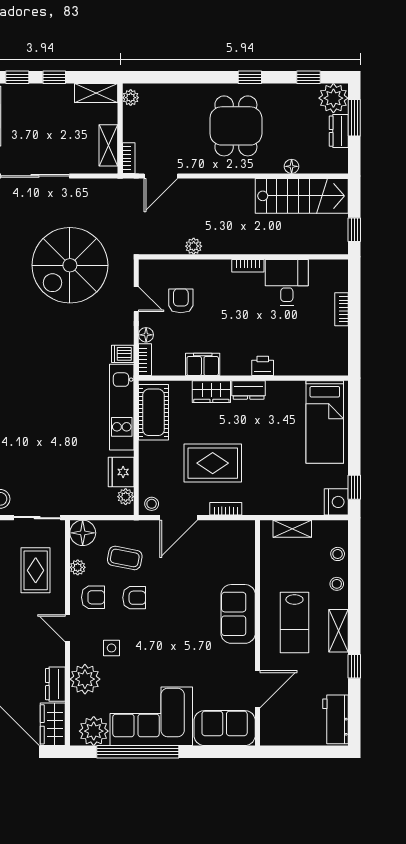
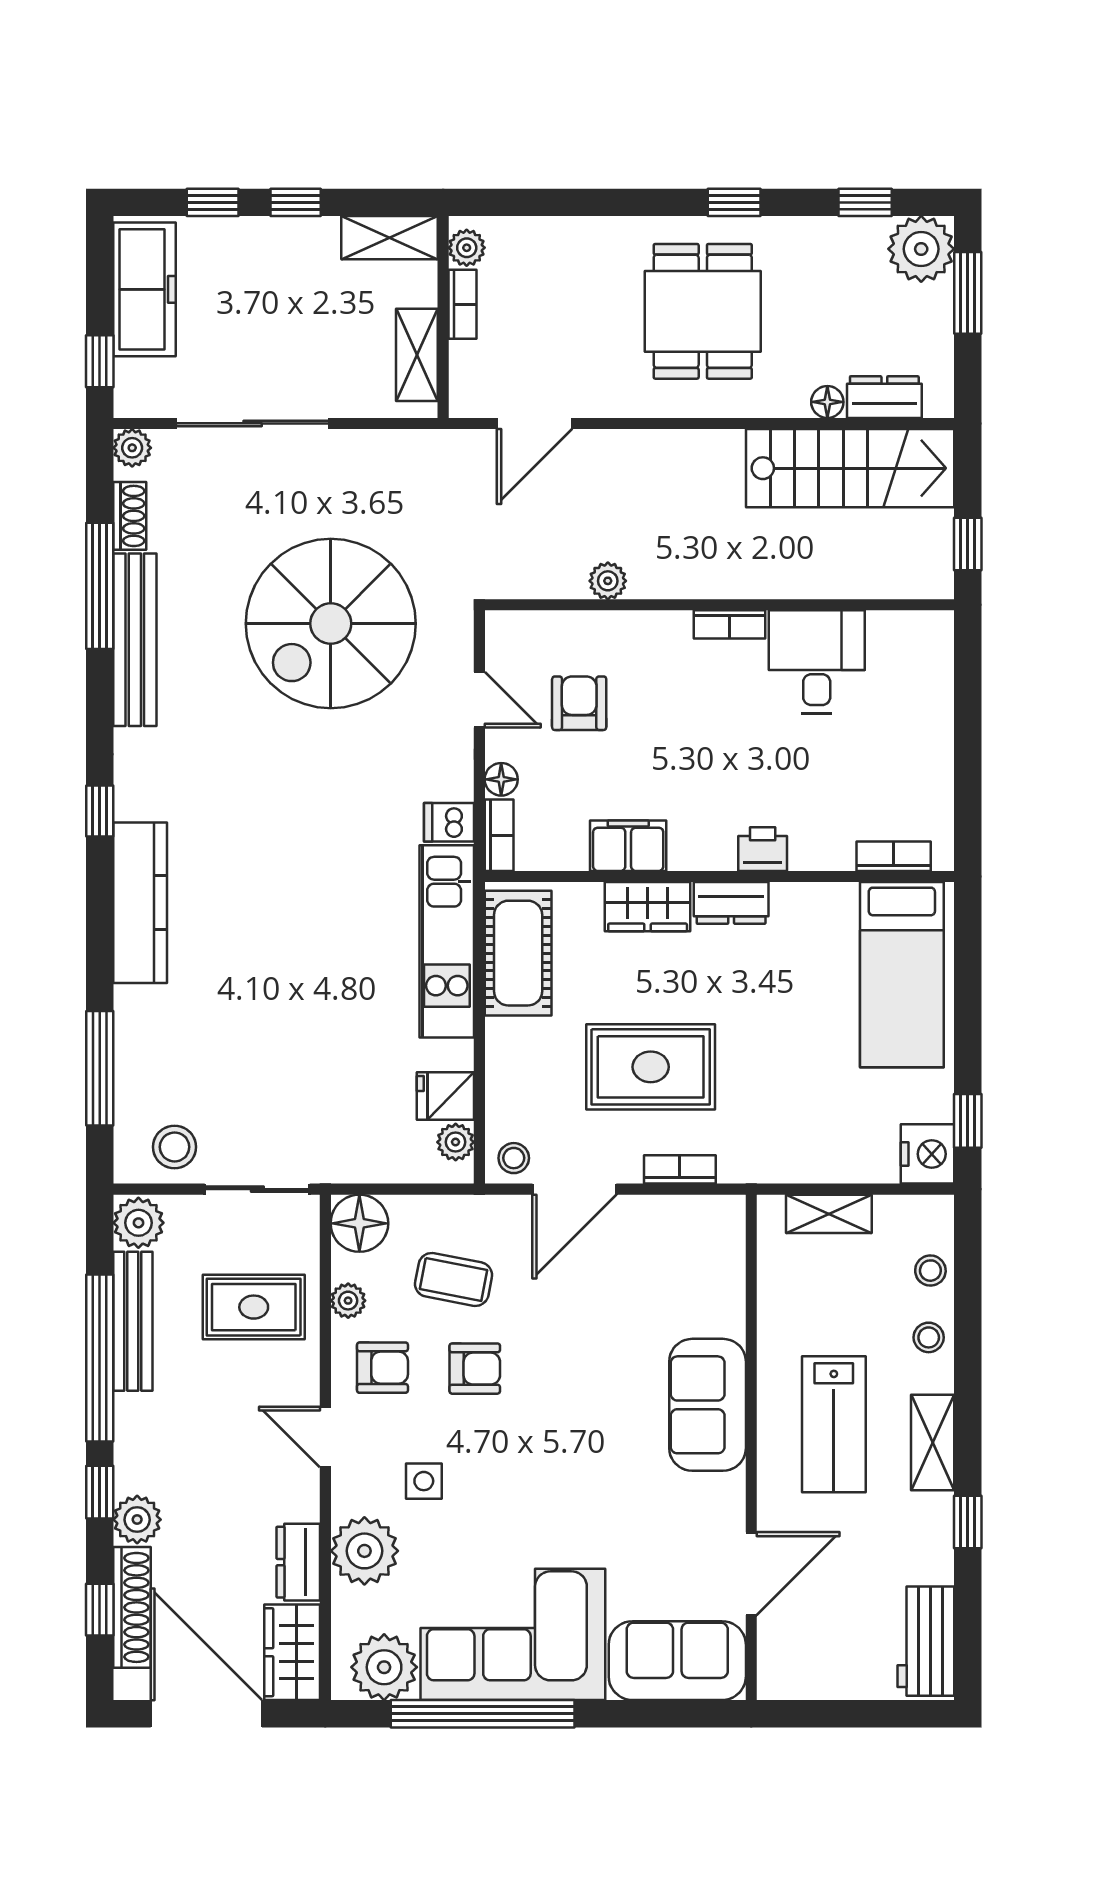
dresser: (339, 131) -> (884, 397), moved, turned 90
bookcase: (129, 158) -> (462, 304), moved
bookcase: (342, 309) -> (894, 856), moved, turned 90
fridge: (121, 472) -> (445, 1096), width x0.72
rug: (36, 570) -> (254, 1307), turned 90

